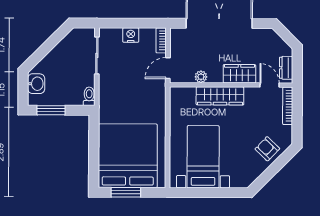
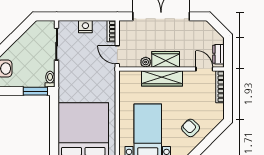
door: (168, 68) -> (117, 55), hinge flipped
wardrobe: (239, 74) -> (166, 59), moved
window: (51, 110) -> (35, 91), moved
armchair: (267, 149) -> (191, 128), moved

